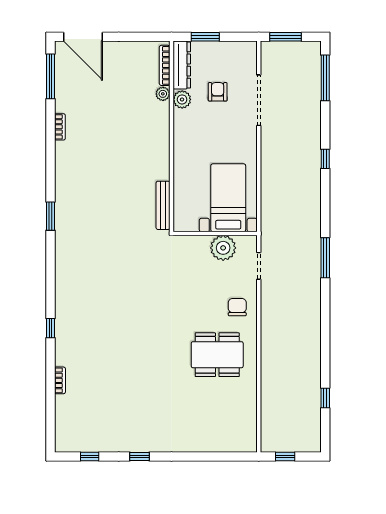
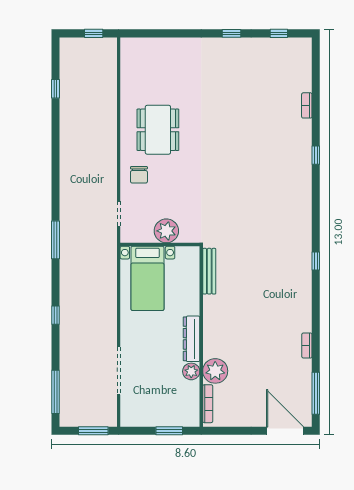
dresser: (182, 65) -> (192, 339), moved
armchair: (218, 92) -> (157, 379), removed
plant: (163, 94) -> (215, 371), width x1.87, depth x1.87
window: (50, 216) -> (316, 261), width x0.67
plant: (223, 248) -> (166, 231), moved
window: (325, 258) -> (56, 240), moved
dining table: (217, 355) -> (158, 130), turned 90

